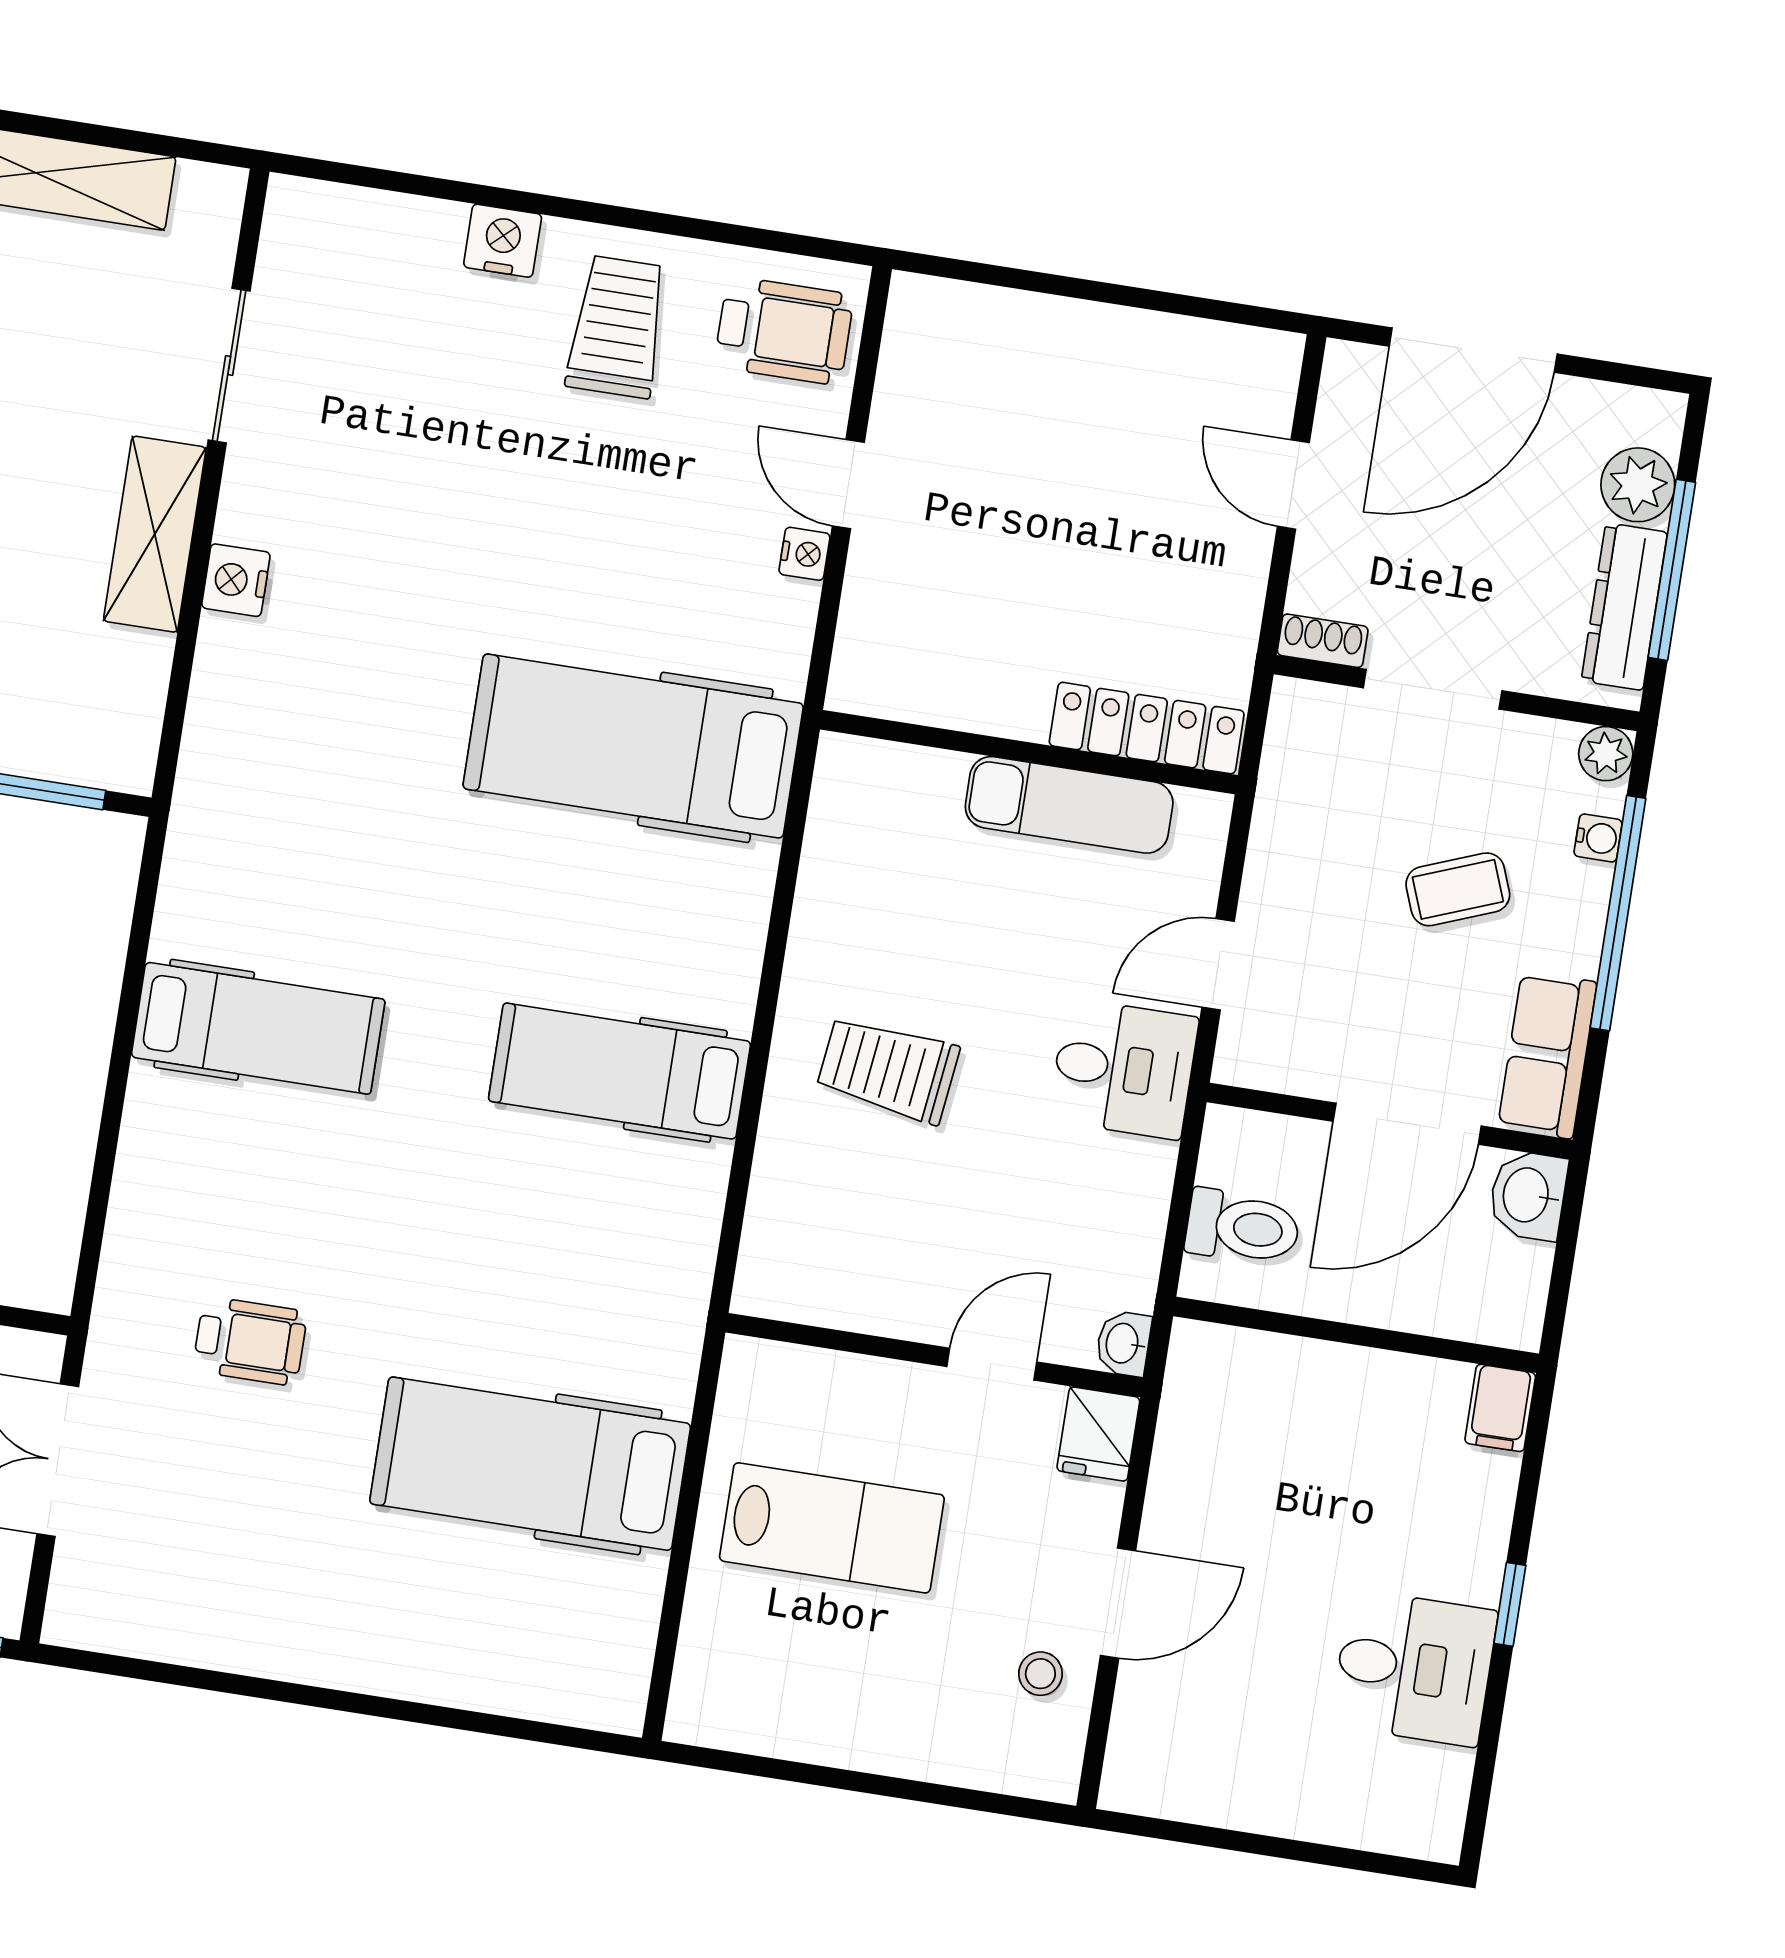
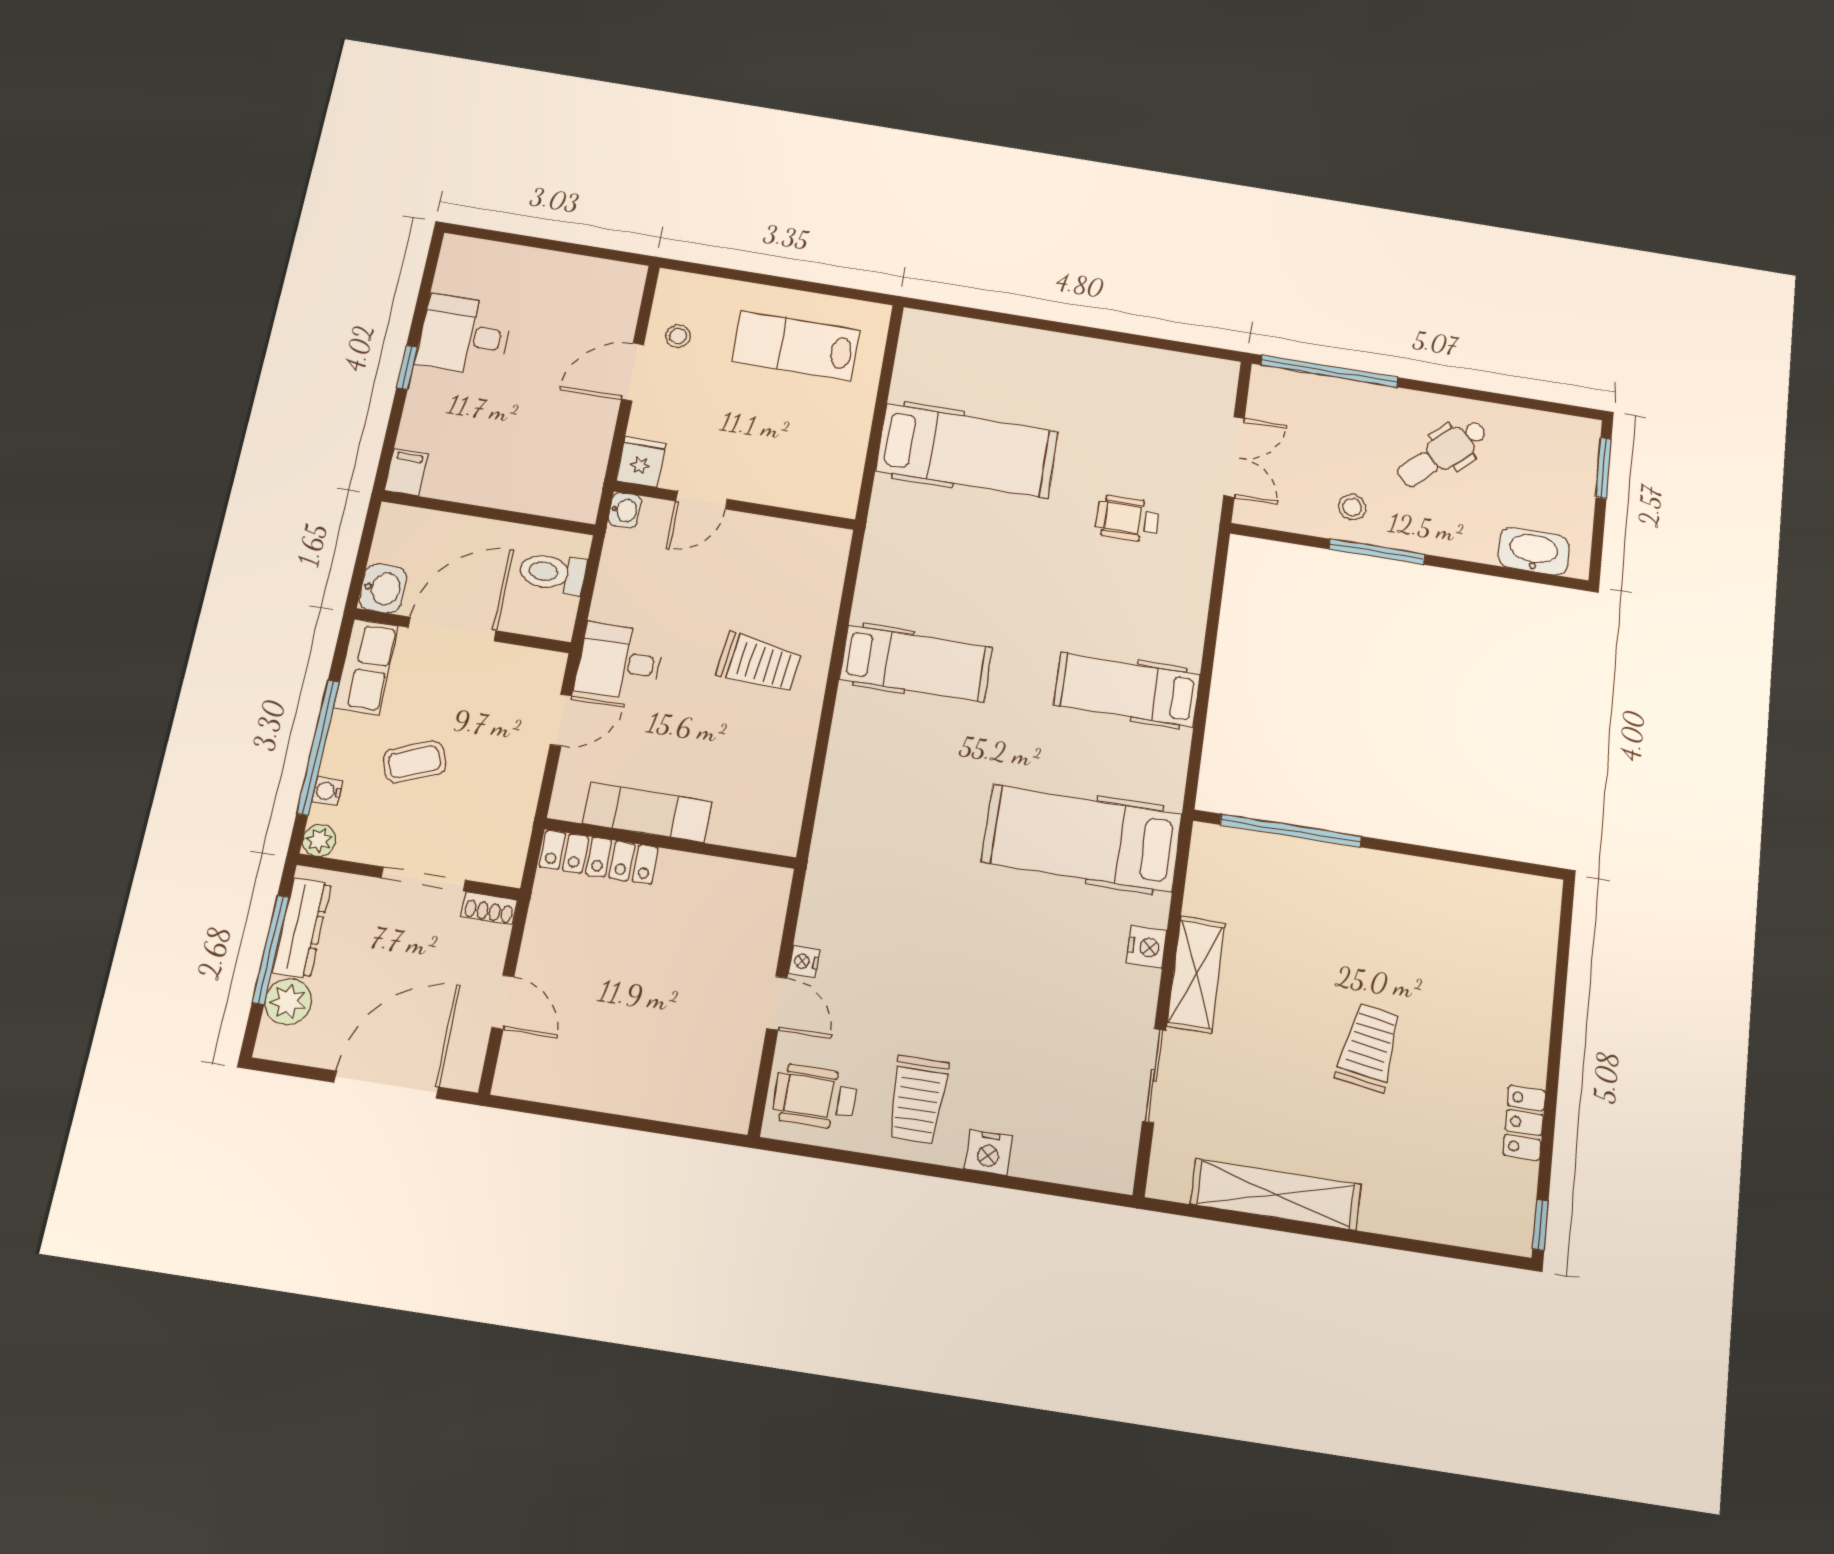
hospital bed: (633, 746) -> (1082, 838), moved, turned 180
lab bench: (832, 1528) -> (796, 346), moved

